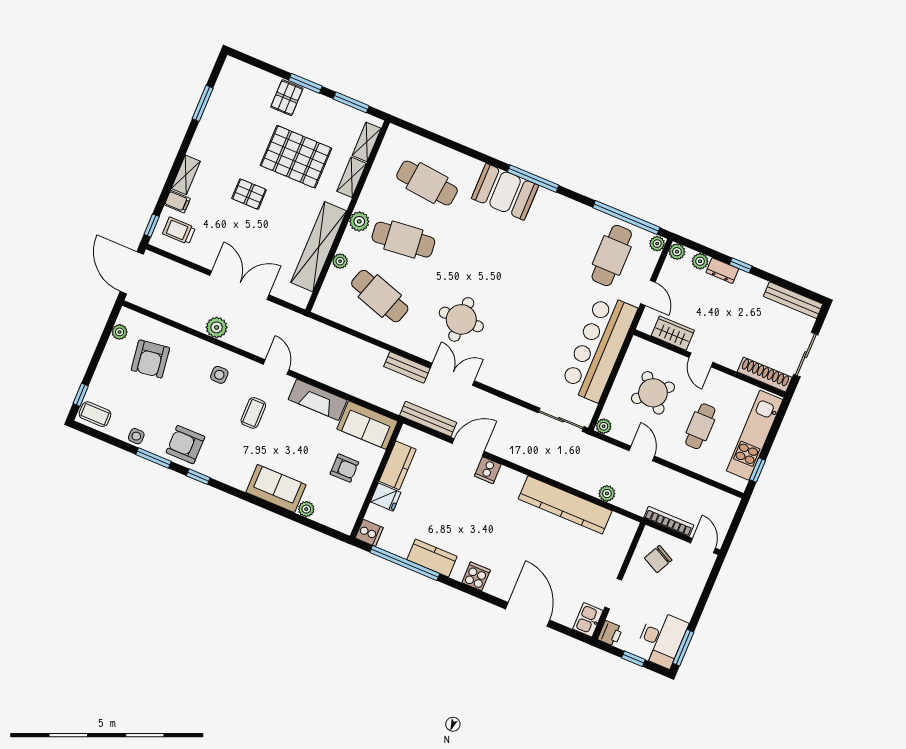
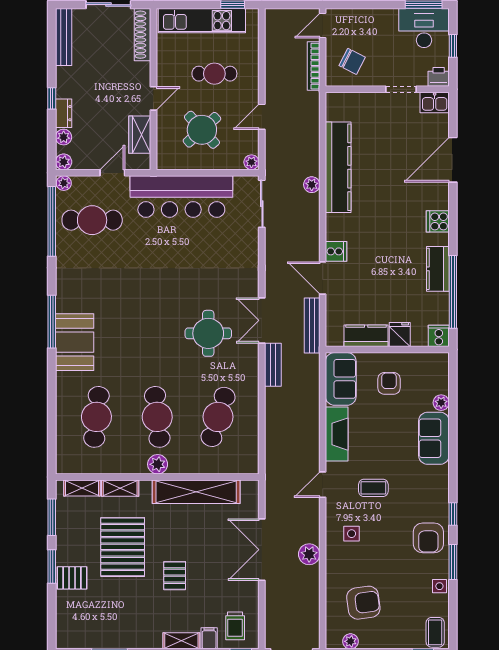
plant: (340, 261) -> (201, 467), removed
plant: (607, 493) -> (312, 185), moved

